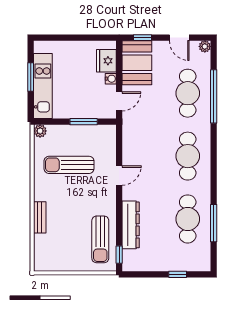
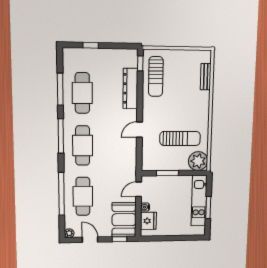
plant: (40, 131) -> (198, 161), width x1.88, depth x1.88
window: (214, 168) -> (61, 136), added
bench: (40, 217) -> (206, 77), moved
sun lounger: (100, 239) -> (156, 77), turned 180

